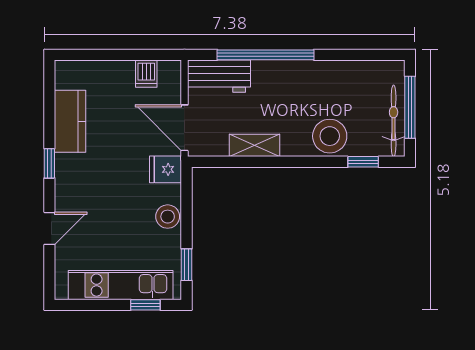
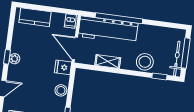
dishwasher: (146, 74) -> (70, 21), moved
workbench: (219, 76) -> (108, 30), width x1.88, depth x1.32
kitchen counter: (70, 121) -> (35, 17), moved, turned 90
plant: (65, 165) -> (14, 59), added

